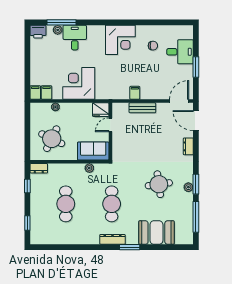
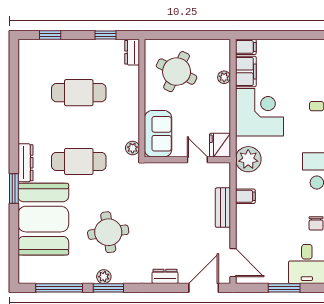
plant: (110, 91) -> (248, 159), added
filing cabinet: (46, 92) -> (246, 71), width x2.00
plant: (89, 168) -> (133, 148), moved
booth: (156, 233) -> (43, 219), width x1.36, depth x1.42

